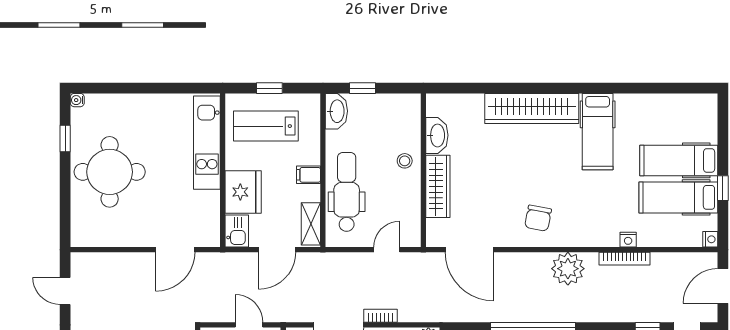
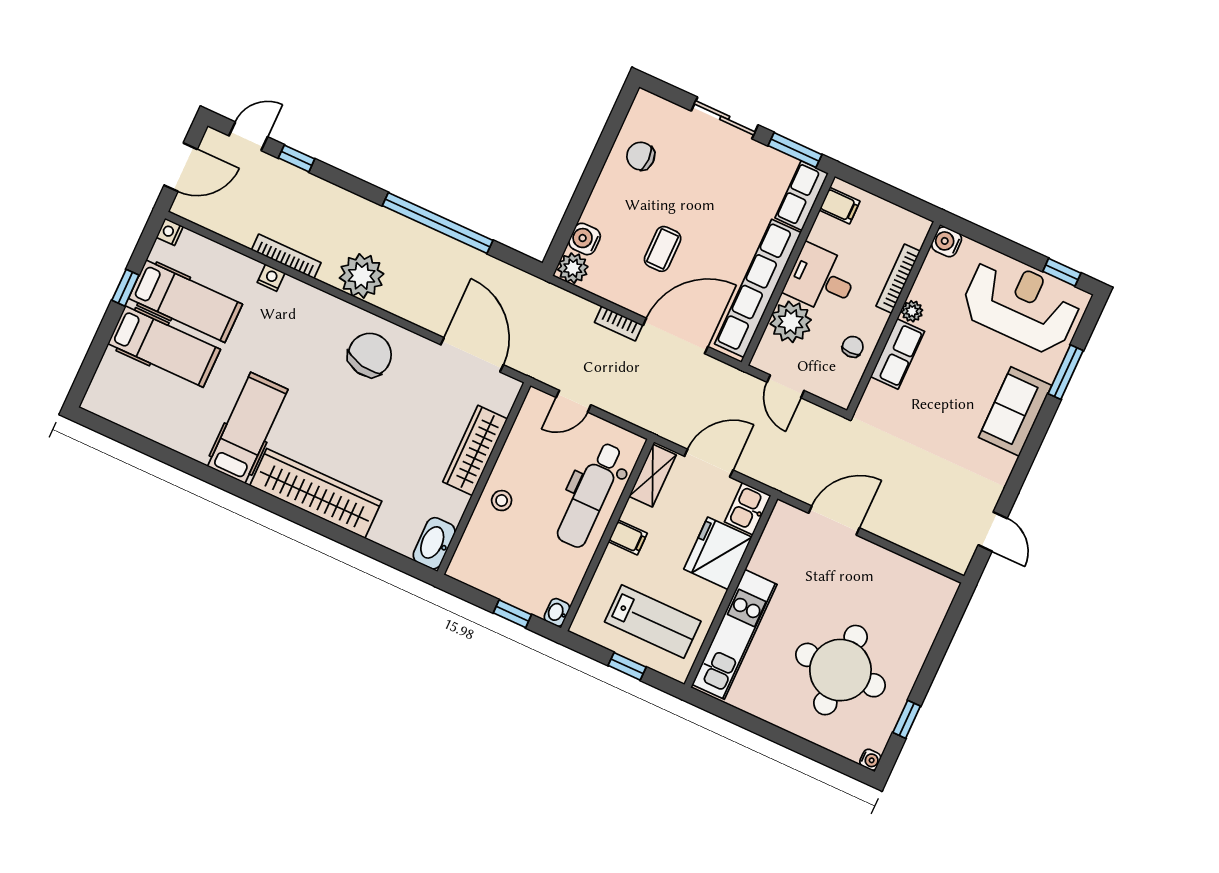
washbasin: (336, 111) -> (557, 612), width x0.52, depth x0.69
washbasin: (437, 135) -> (434, 543), moved
round table: (110, 172) -> (840, 670), moved
chair: (538, 218) -> (370, 355), width x1.37, depth x1.37

